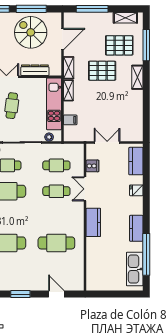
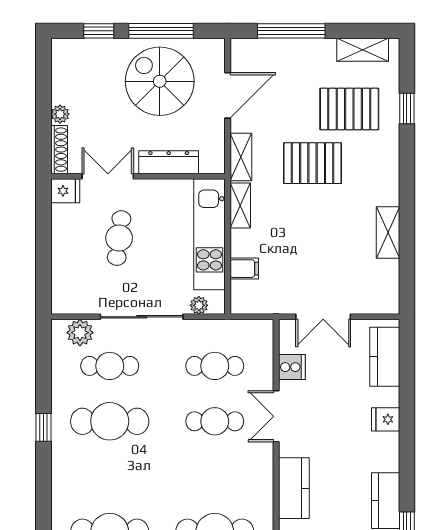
window: (146, 45) -> (407, 108), width x0.46
shelving: (137, 77) -> (388, 232), moved
double door: (107, 142) -> (323, 317), swing flipped

